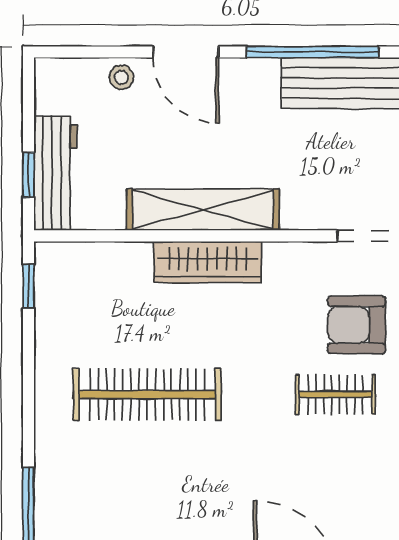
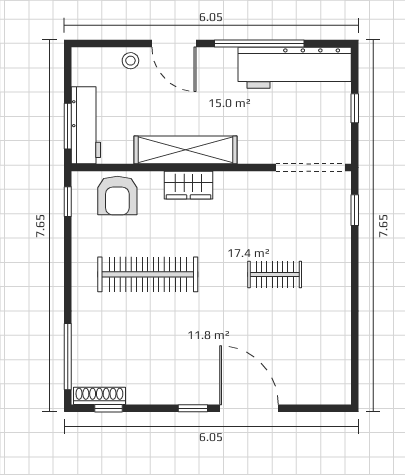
window: (28, 175) -> (68, 126), width x1.50
wardrobe: (207, 262) -> (188, 185), width x0.67
armchair: (356, 325) -> (117, 195), moved, turned -90

